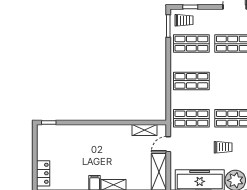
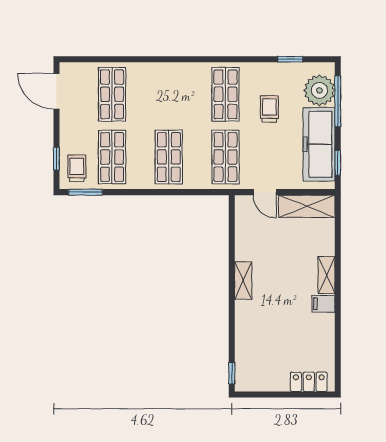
shelving: (145, 130) -> (243, 280), moved

